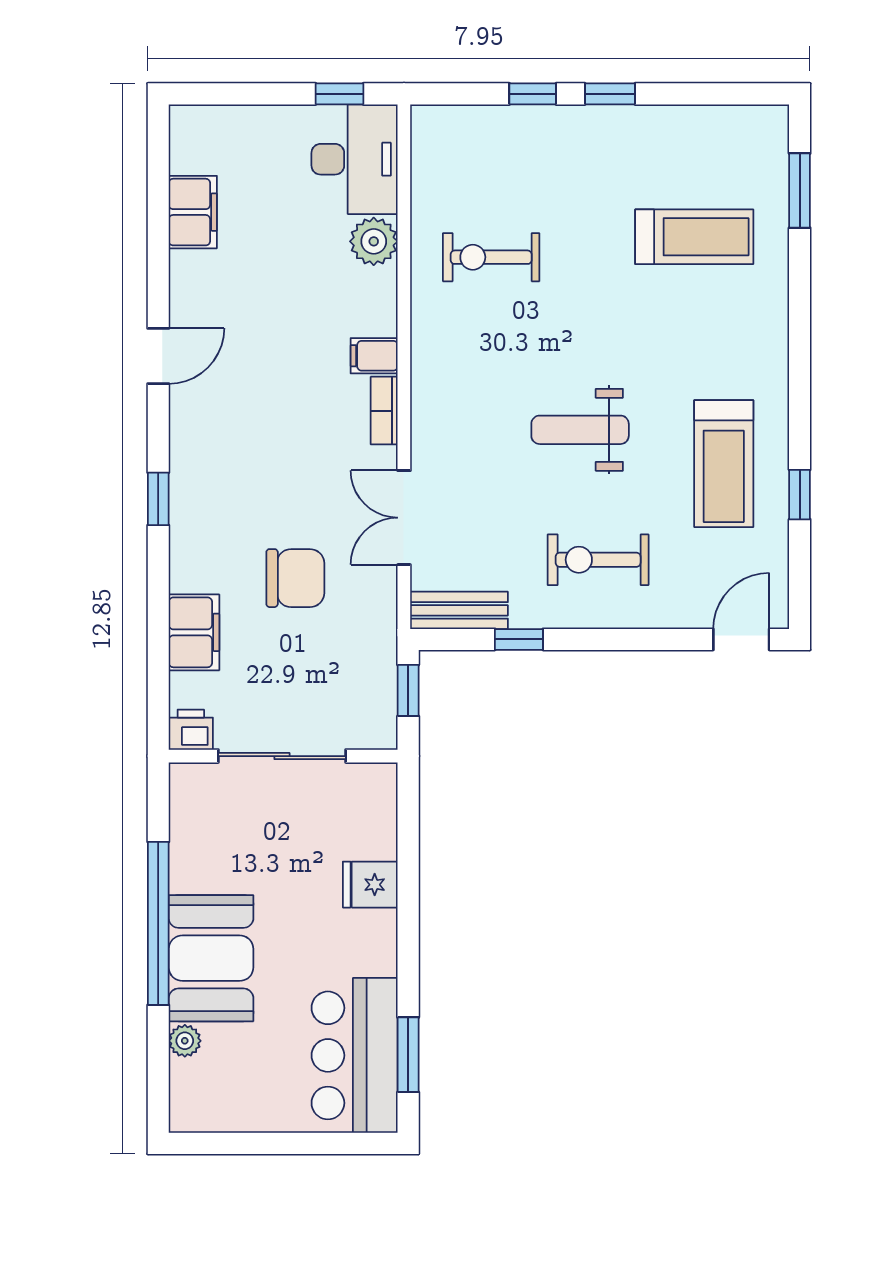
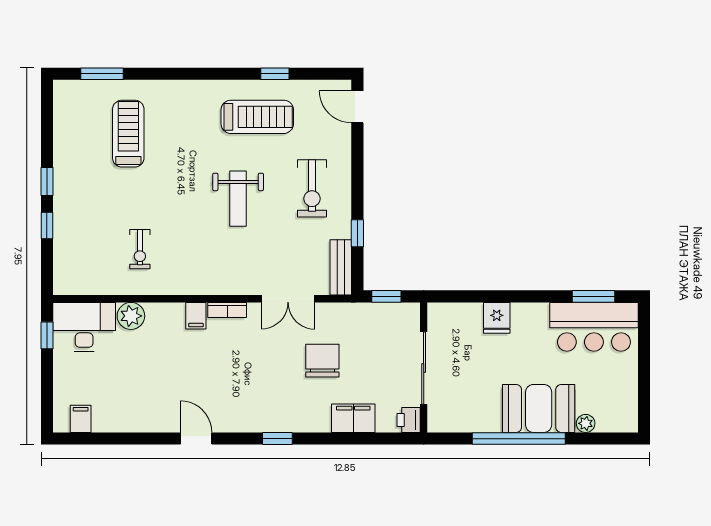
filing cabinet: (193, 212) -> (81, 419), moved, width x0.50
exercise bike: (491, 257) -> (140, 249), width x0.73, depth x0.72

